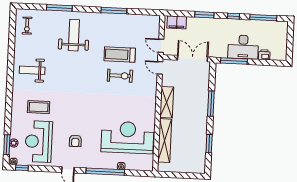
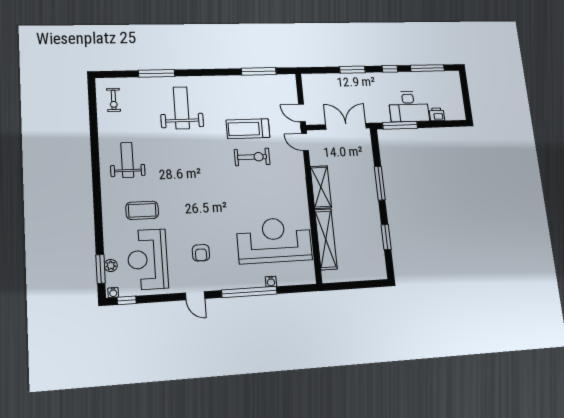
window: (114, 11) -> (259, 71), moved
filing cabinet: (177, 22) -> (318, 82), removed
weight bench: (32, 70) -> (127, 160), turned 90

